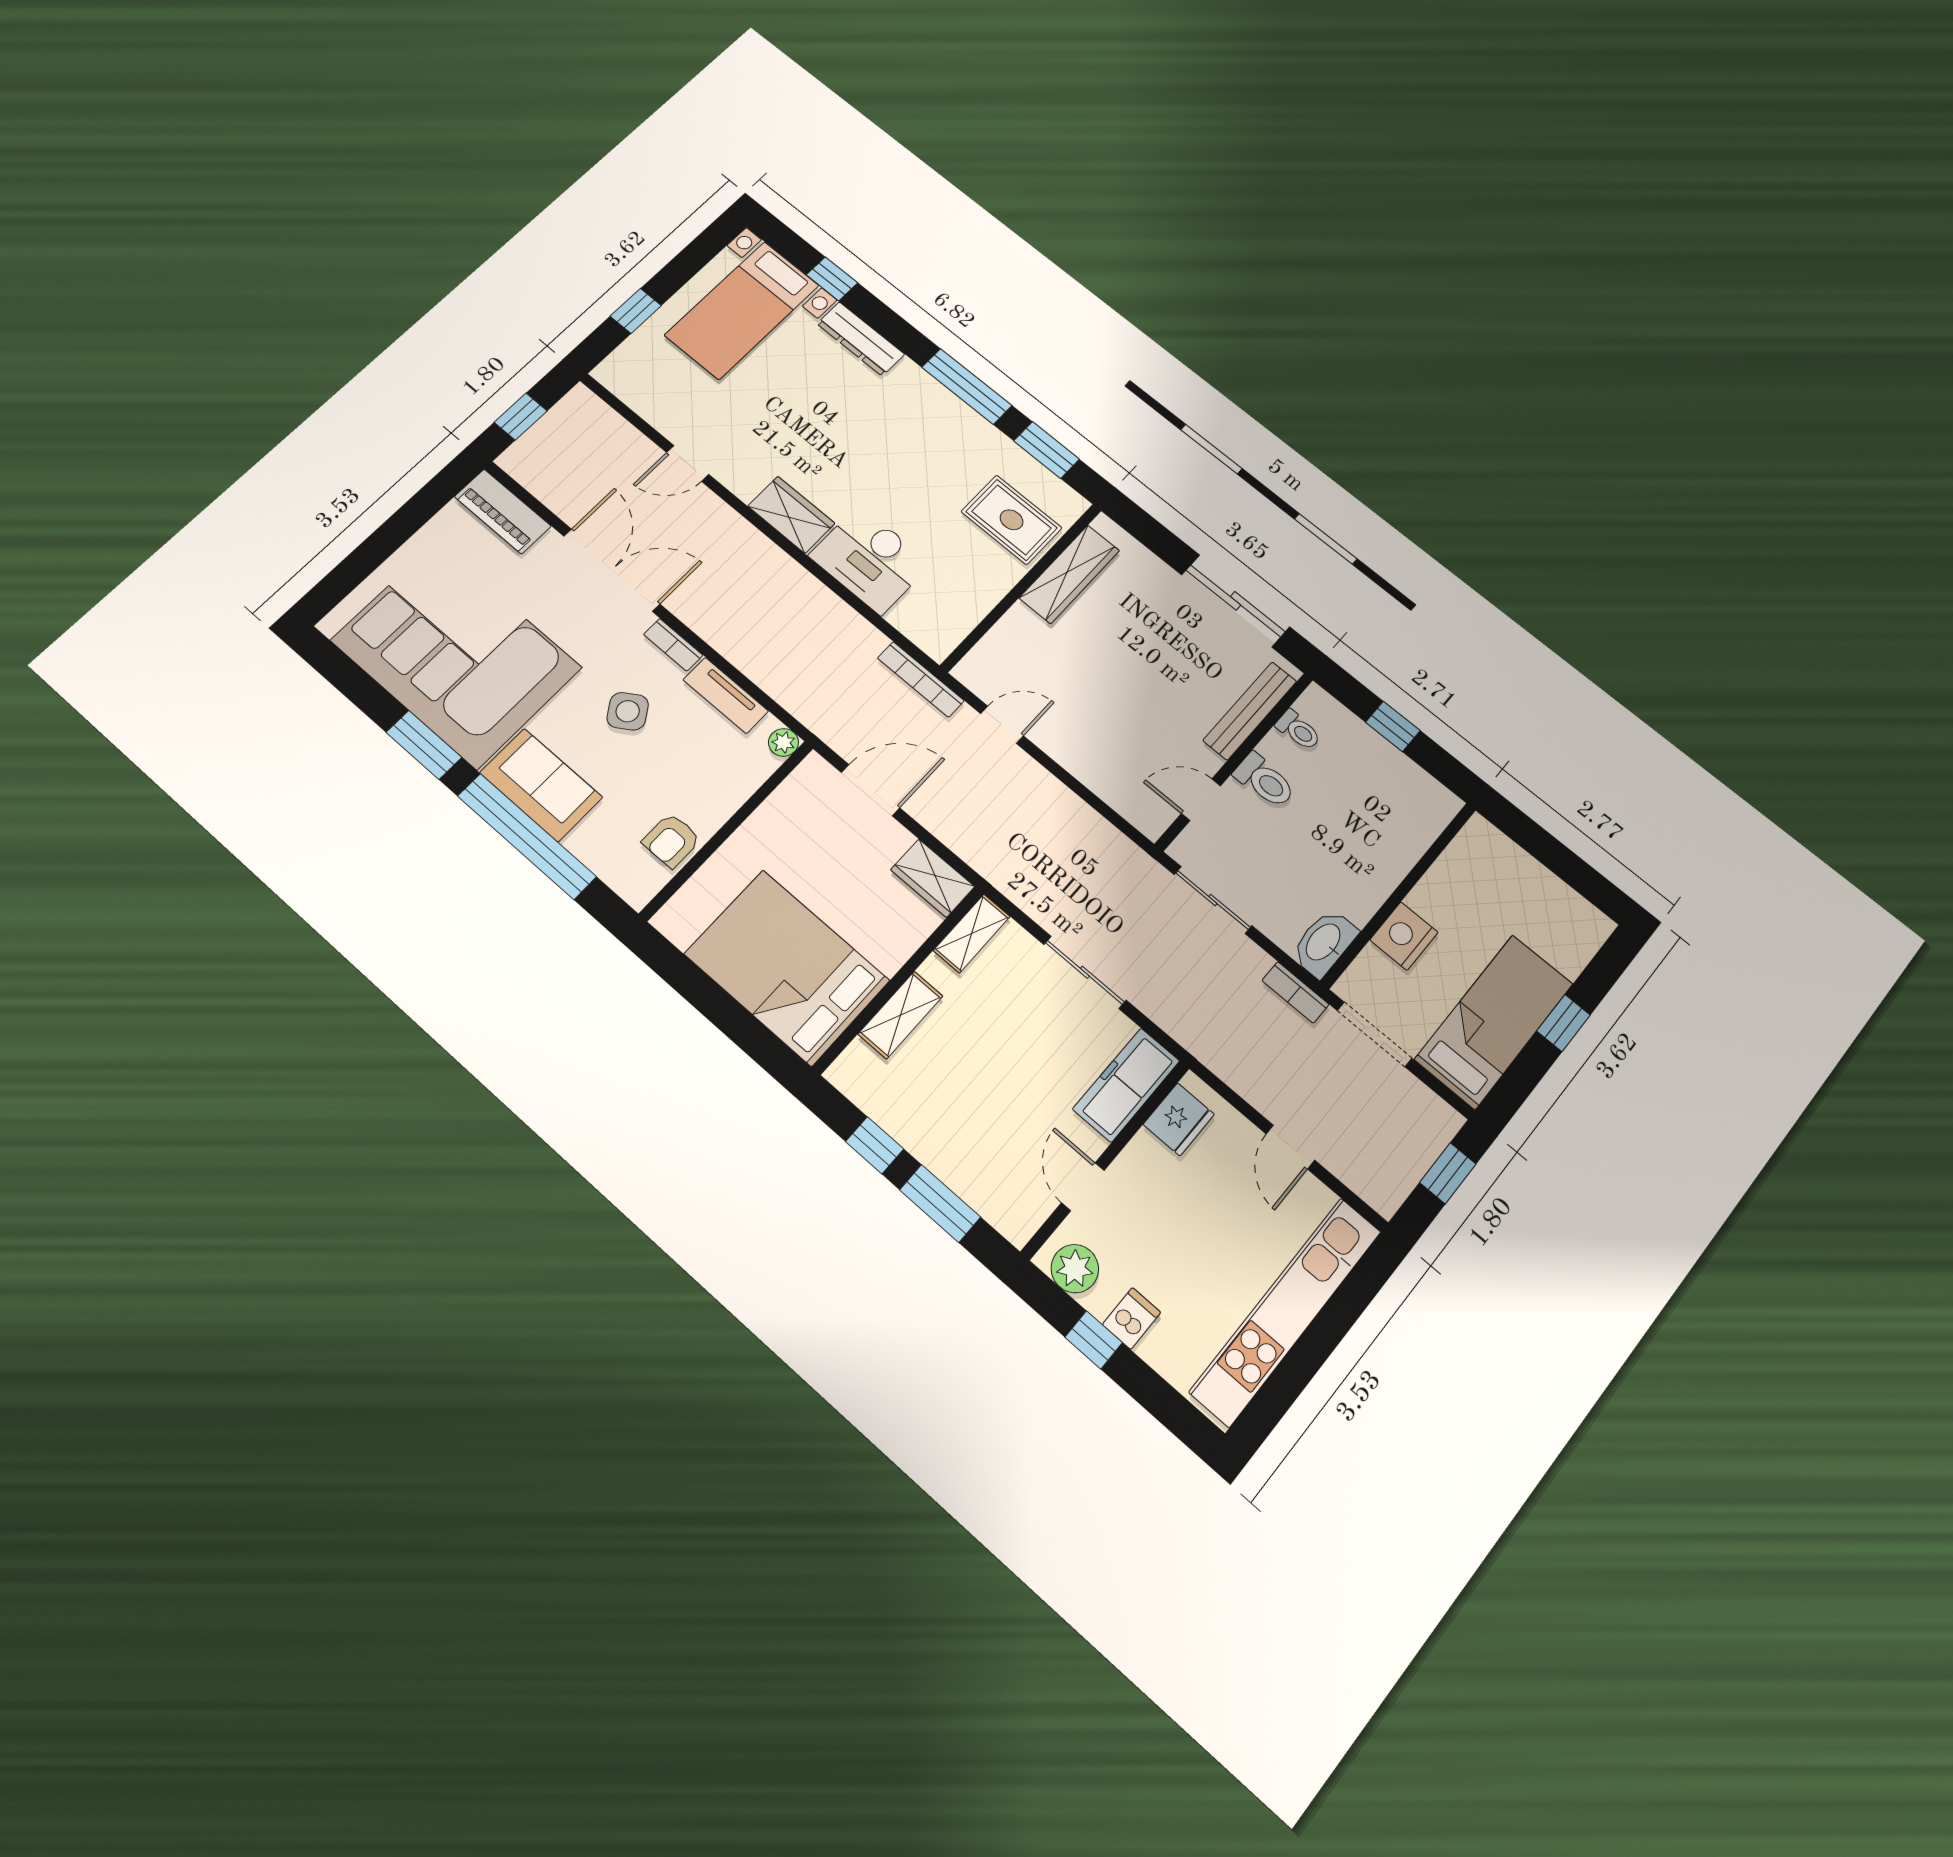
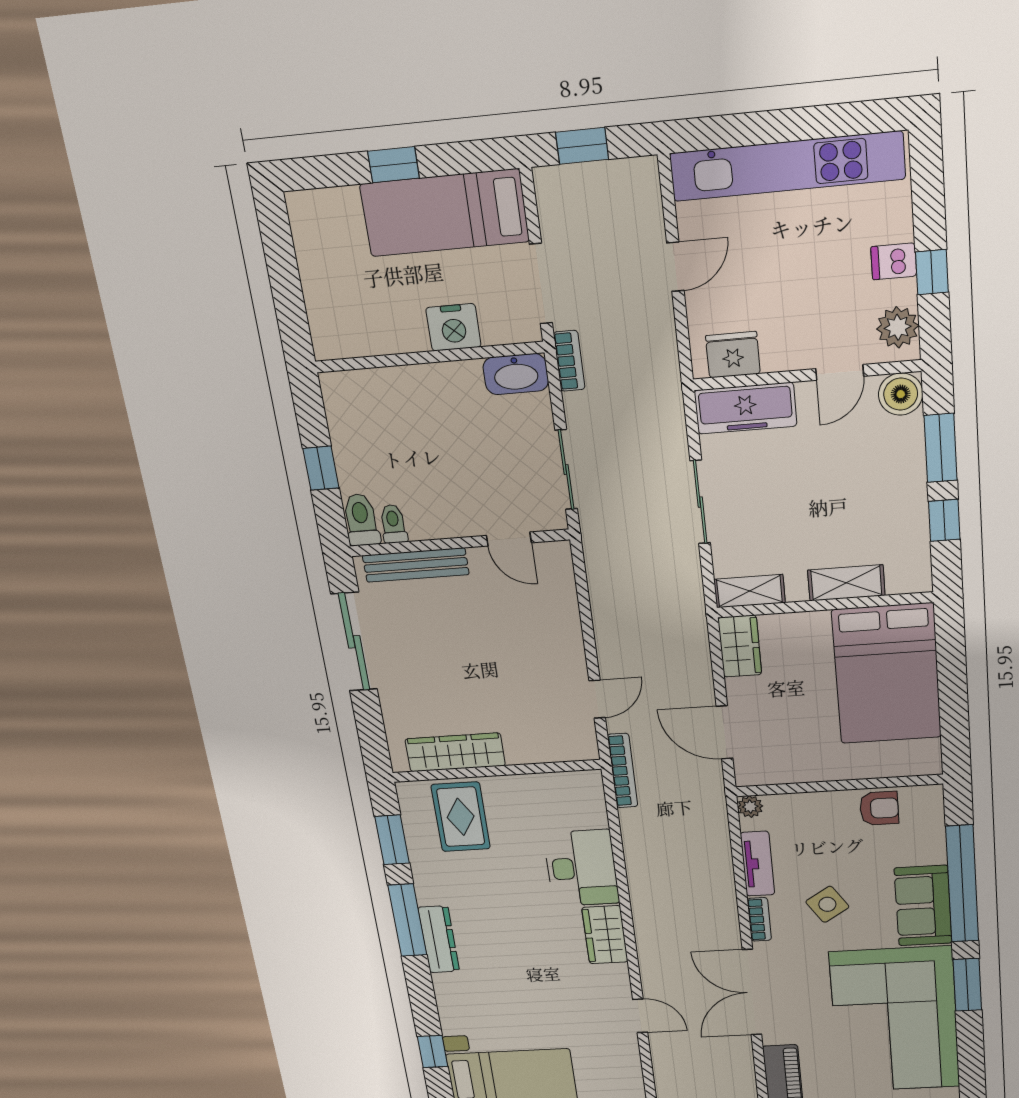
dresser: (861, 339) -> (439, 939), moved
door: (1002, 725) -> (597, 699), swing flipped
toilet: (1265, 781) -> (361, 520), moved
boiler: (1017, 1216) -> (901, 394), added

